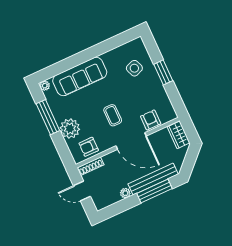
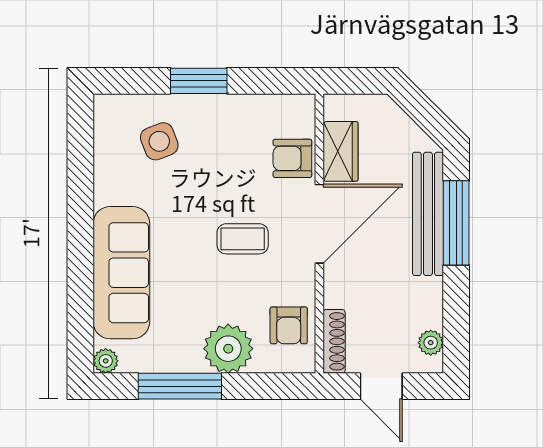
wardrobe: (179, 135) -> (341, 151), moved, turned -90
door: (82, 191) -> (381, 386), hinge flipped
plant: (125, 193) -> (431, 343), moved

